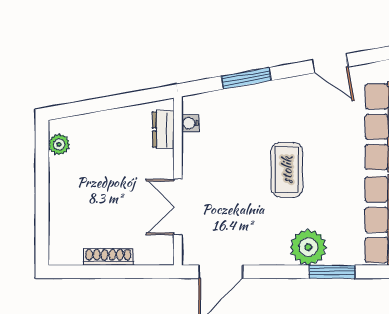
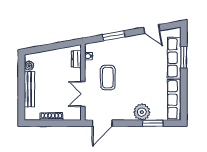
coffee table: (287, 170) -> (108, 78), moved
bench: (59, 197) -> (29, 89), added

